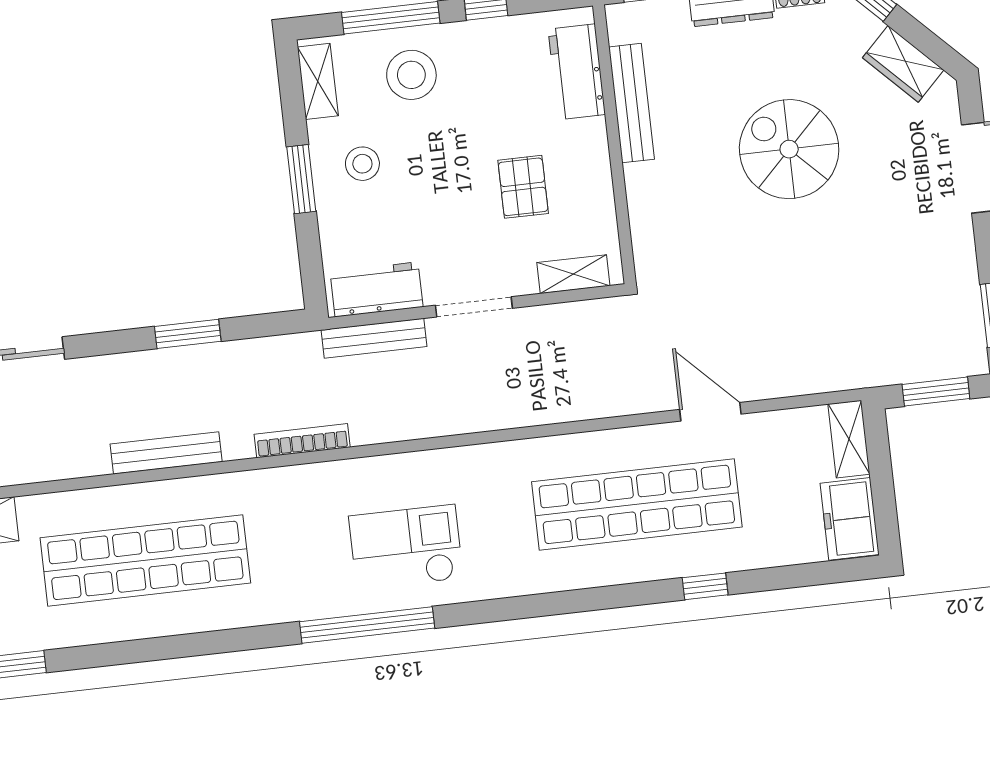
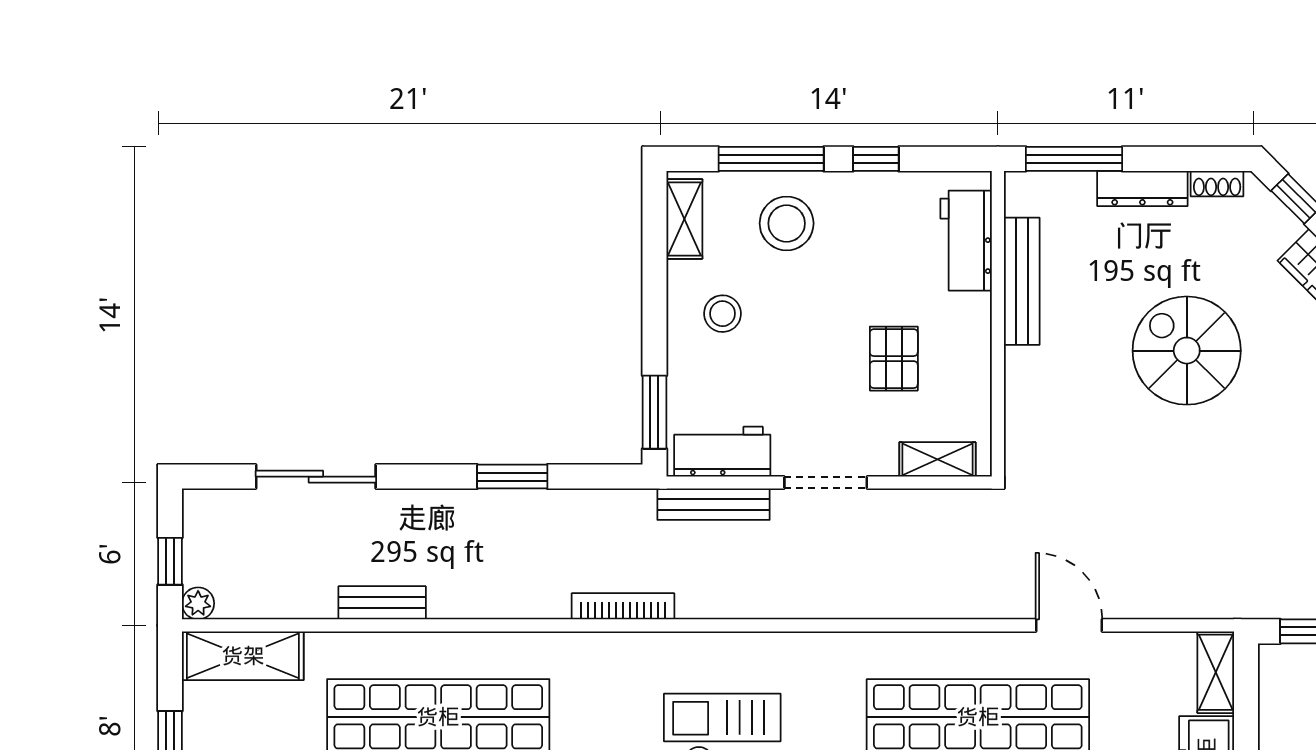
window: (301, 179) -> (654, 412), moved
bench: (166, 453) -> (382, 603), moved, width x0.73

